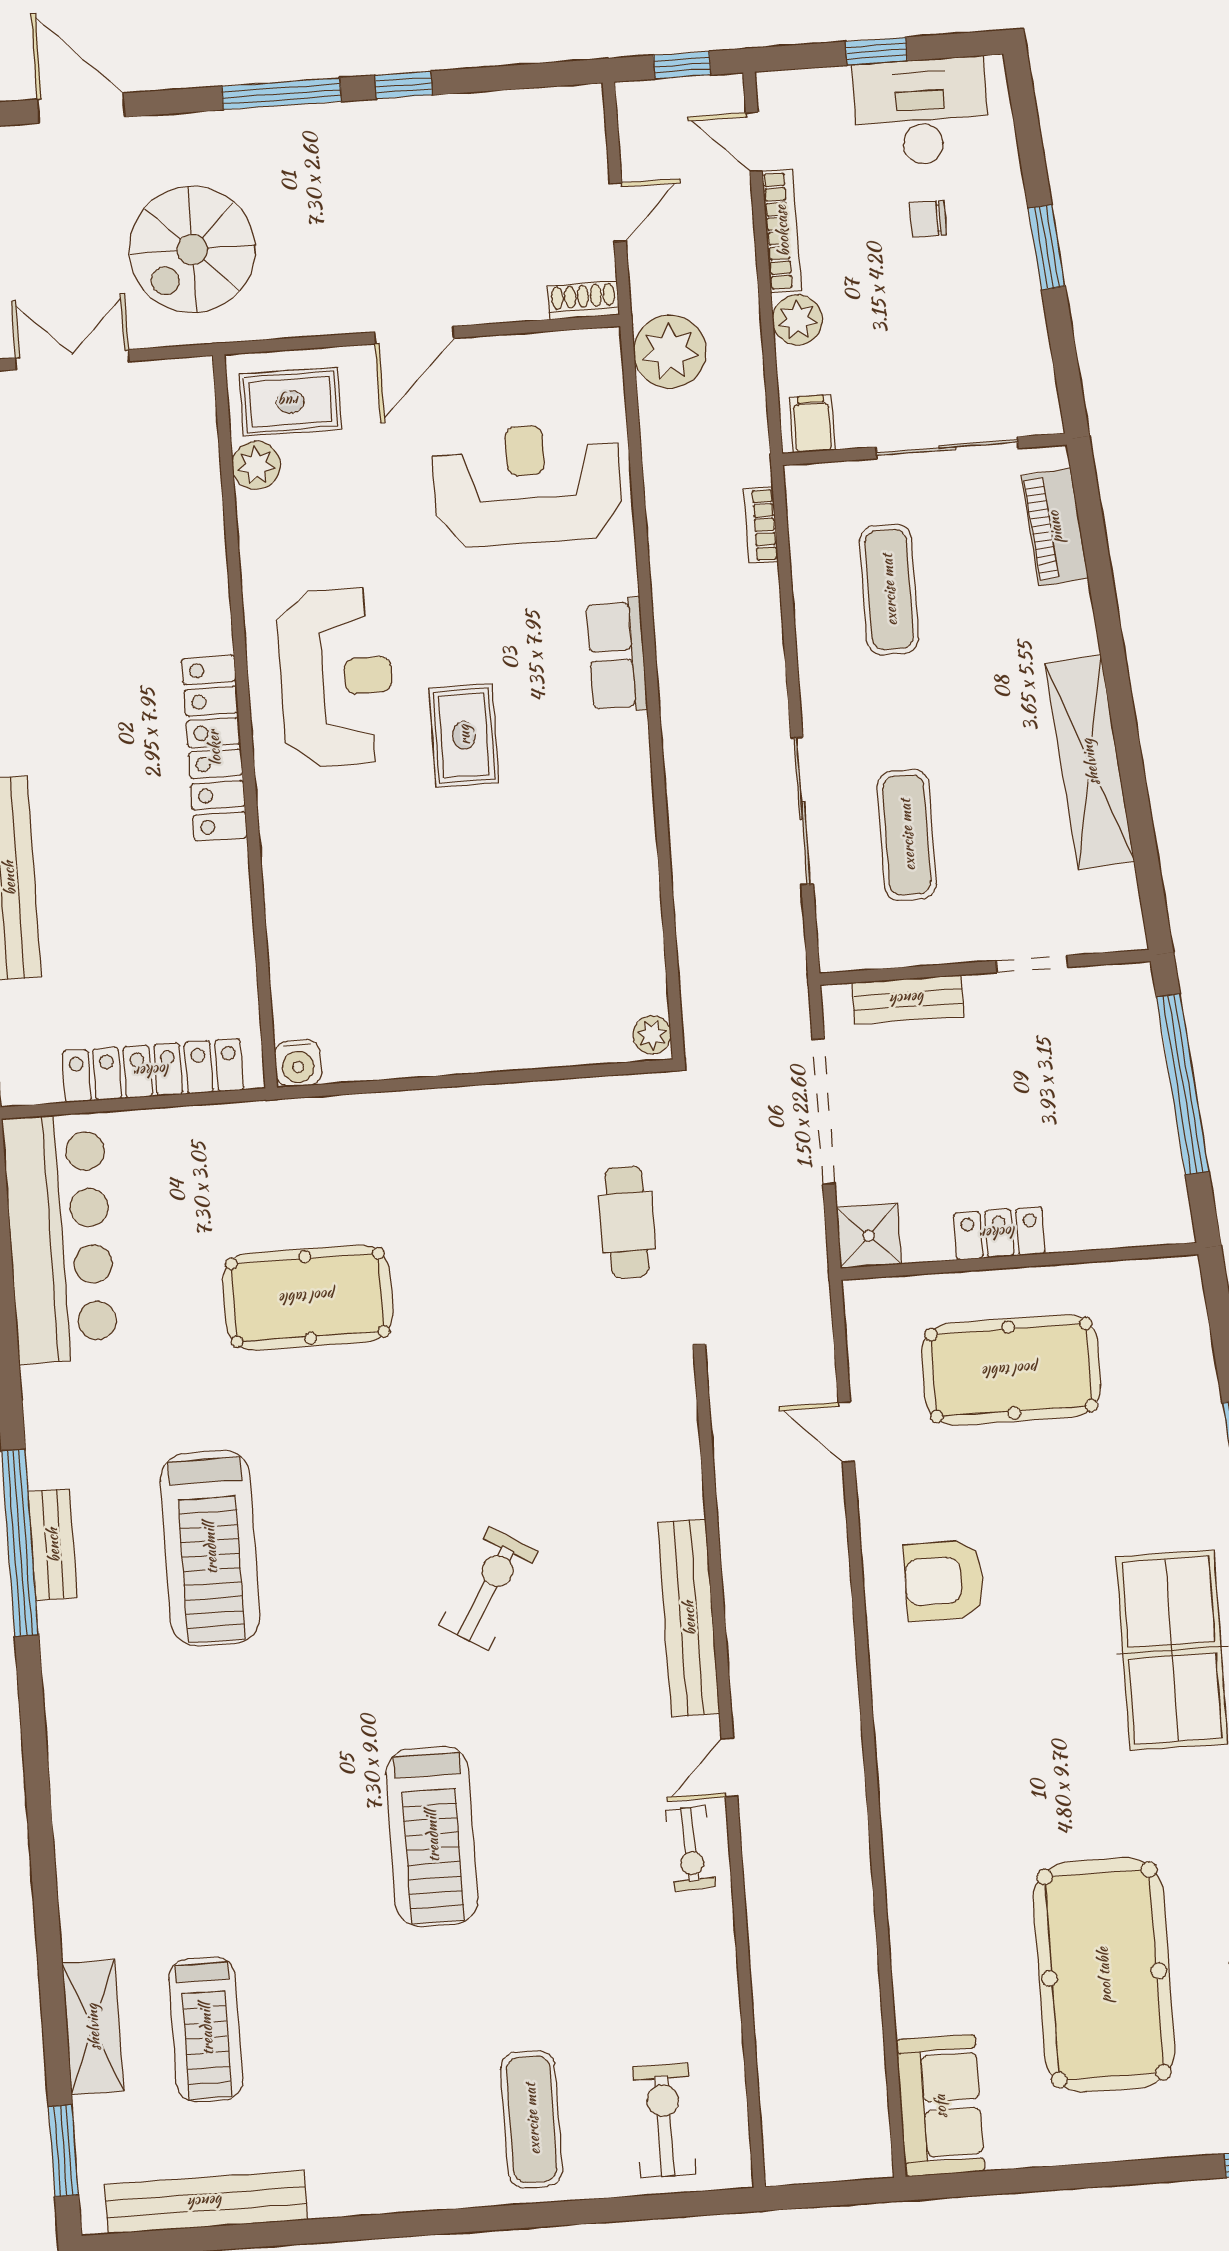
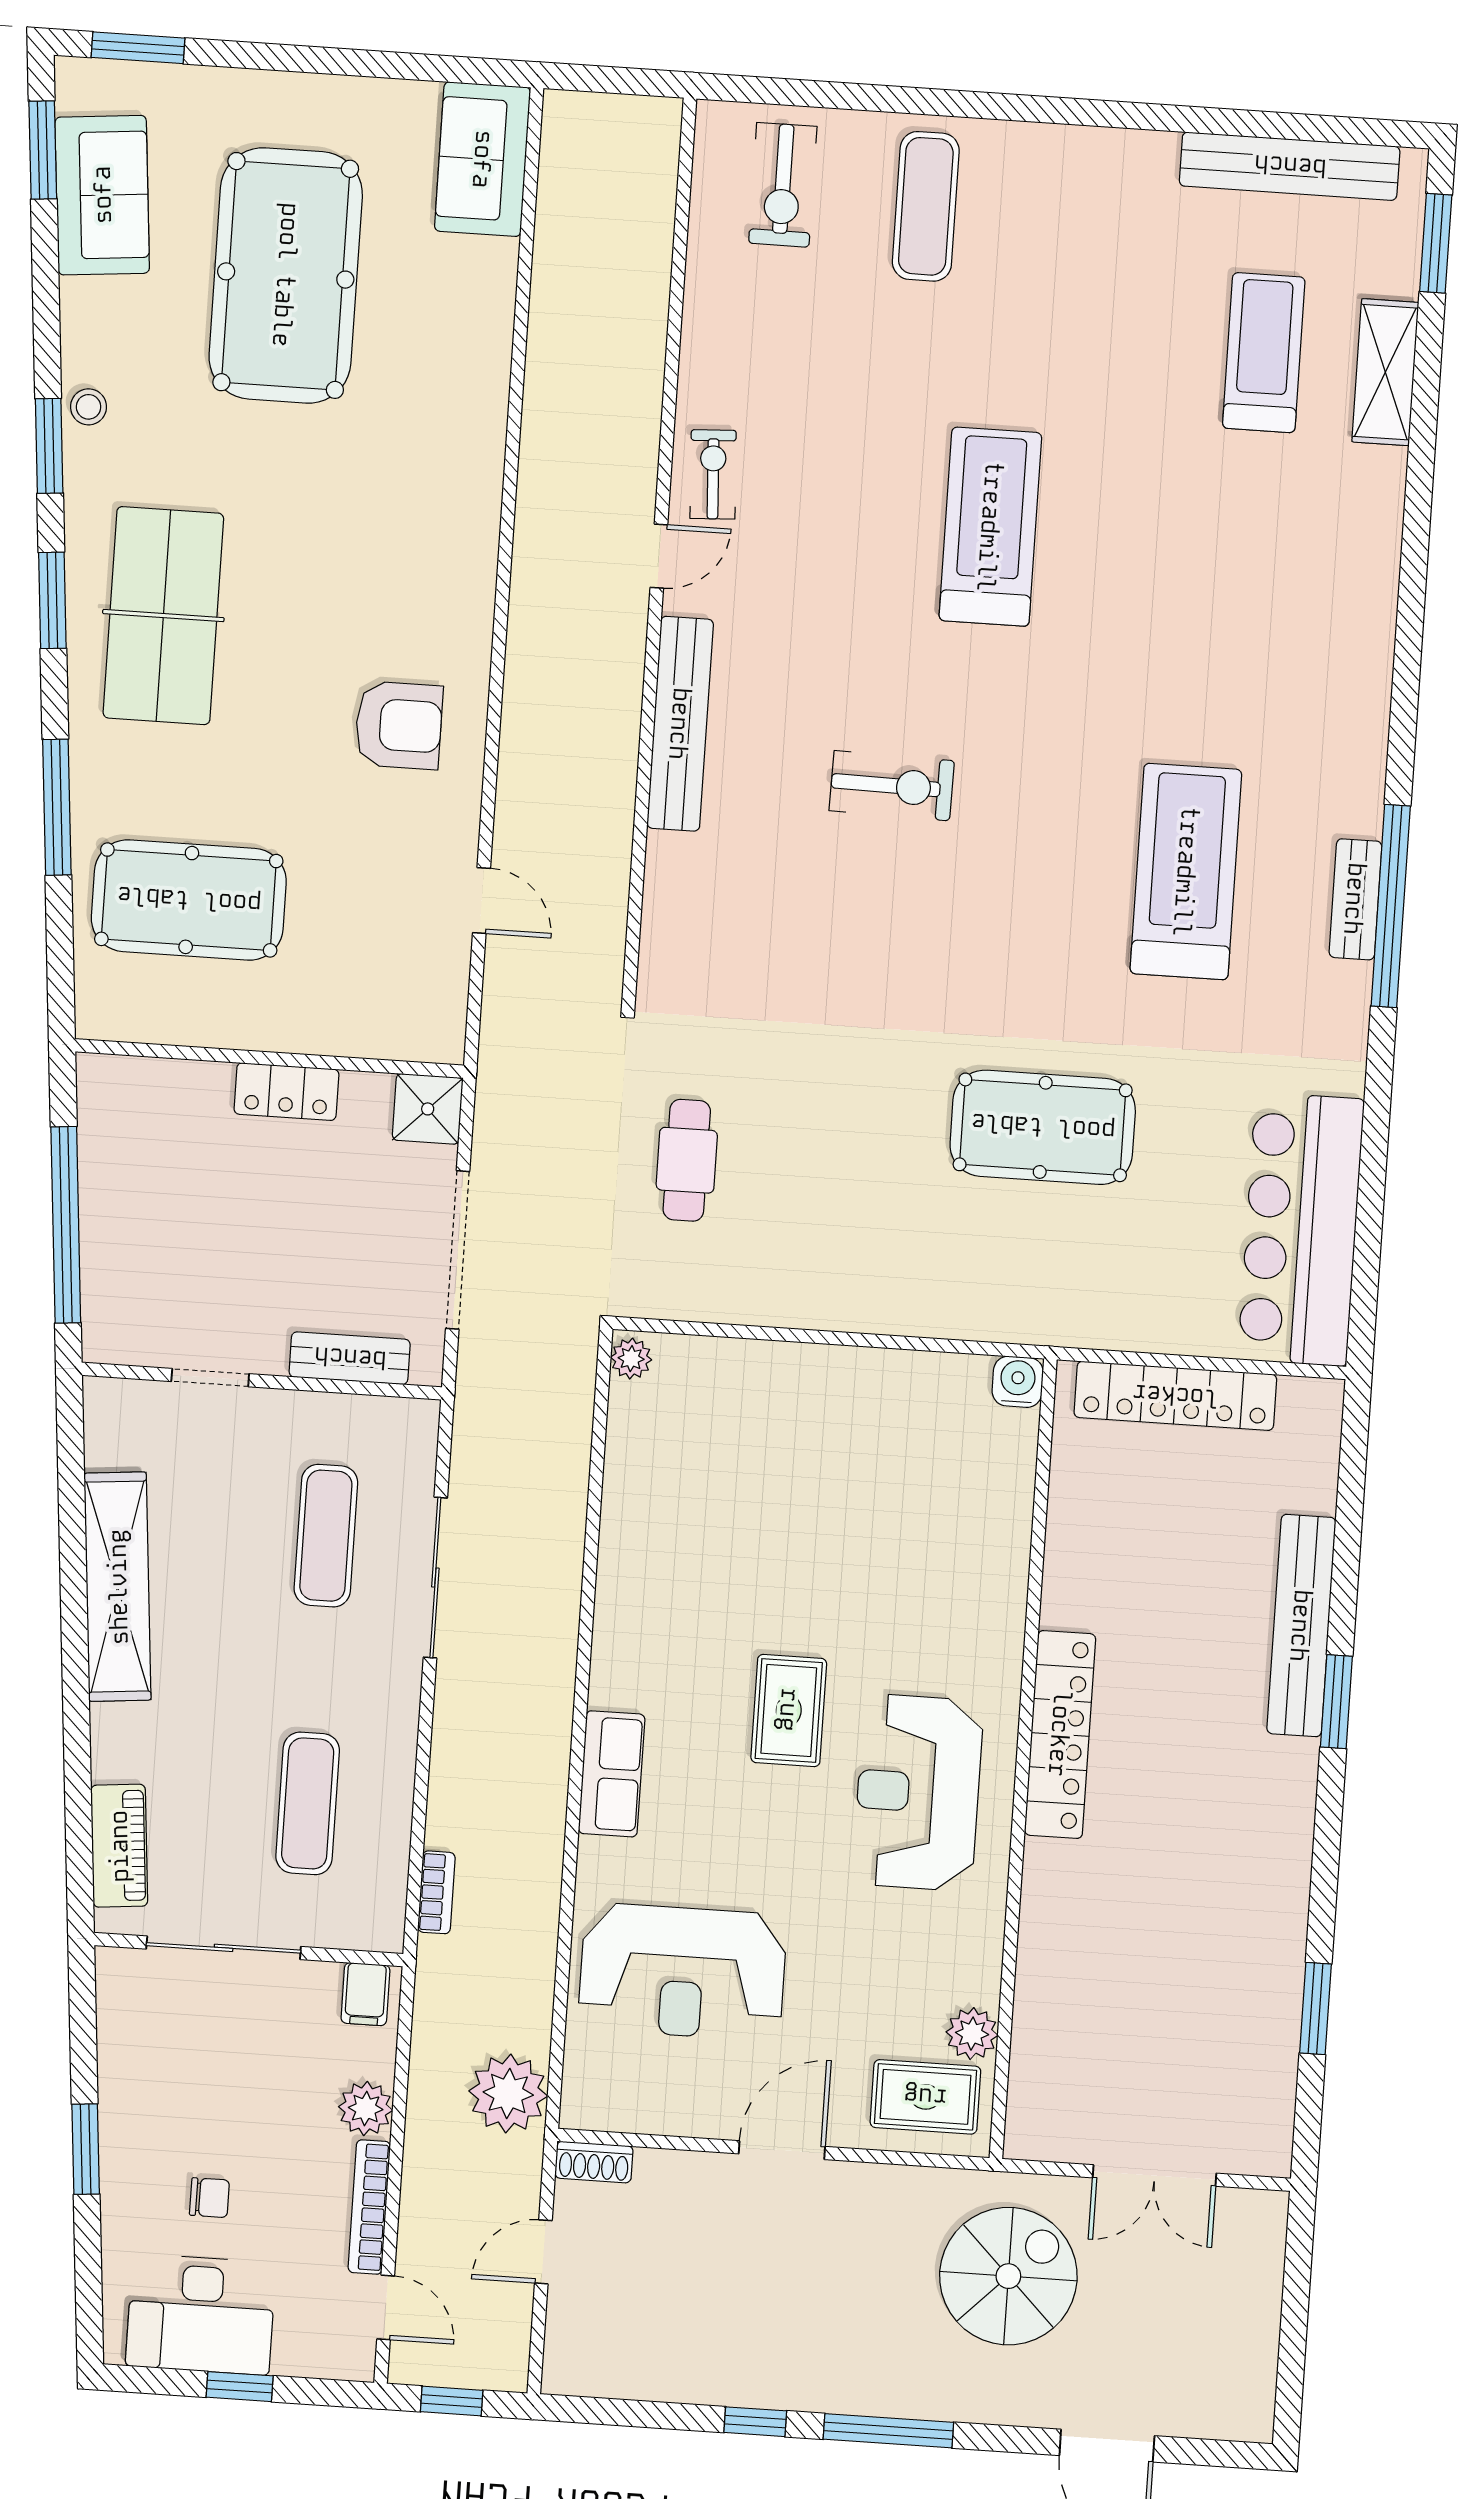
pool table: (1011, 1370) -> (189, 900), moved
exercise bike: (488, 1589) -> (892, 786), turned -120

